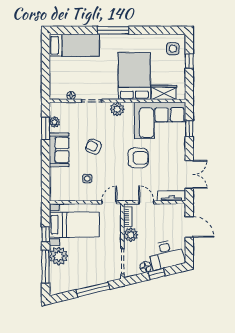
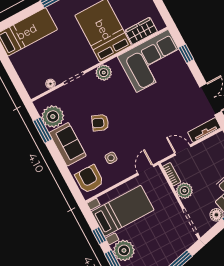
plant: (55, 122) -> (53, 116), width x1.87, depth x1.87
armchair: (138, 158) -> (89, 179), moved, turned -90

